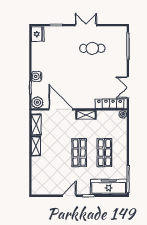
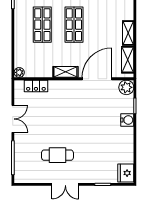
double door: (128, 88) -> (13, 119), moved
locker: (110, 104) -> (36, 86), width x0.66
door: (61, 109) -> (97, 79), swing flipped

